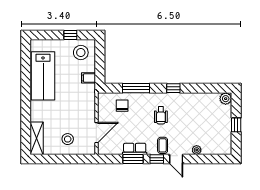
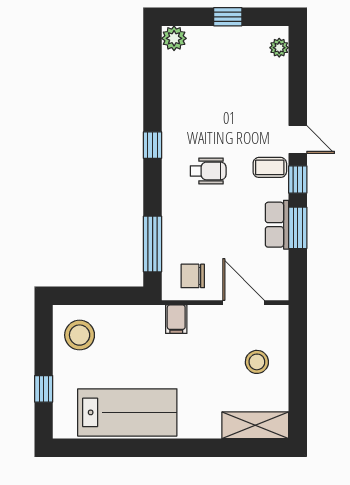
window: (70, 35) -> (44, 389), moved
filing cabinet: (89, 78) -> (176, 319), moved
window: (136, 88) -> (153, 244), moved
chair: (122, 106) -> (193, 276), moved
plant: (197, 150) -> (279, 48), moved
door: (176, 159) -> (298, 140), hinge flipped

